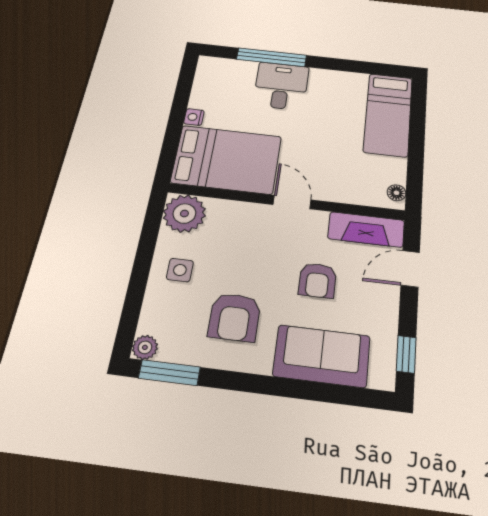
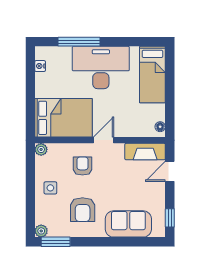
desk: (281, 86) -> (101, 68), width x1.87, depth x1.30
nightstand: (194, 117) -> (40, 66), moved
door: (292, 202) -> (104, 140), hinge flipped
plant: (184, 213) -> (41, 149), width x0.53, depth x0.53
armchair: (317, 280) -> (82, 166), moved, turned 180

